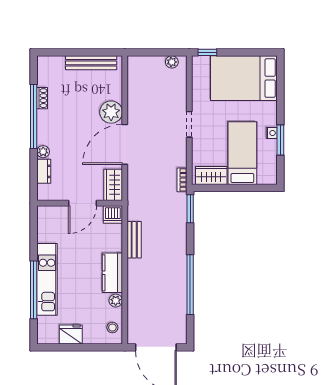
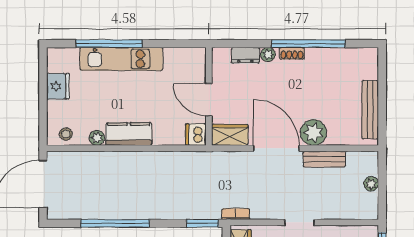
plant: (172, 62) -> (371, 184), moved
shoe rack: (42, 98) -> (292, 53), moved
bench: (134, 240) -> (324, 159), moved

